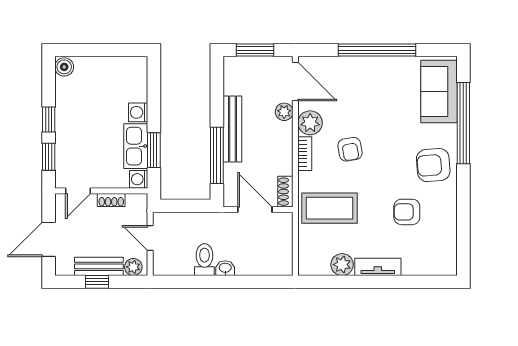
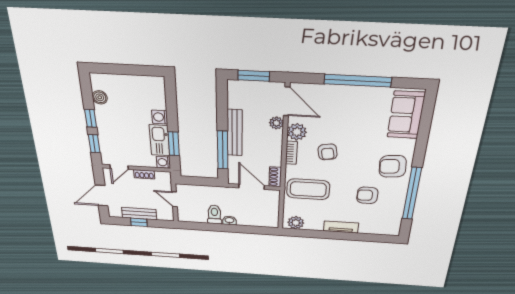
boiler: (64, 67) -> (100, 97), moved
window: (463, 123) -> (412, 194), moved
plant: (342, 265) -> (296, 223), moved
plant: (133, 267) -> (164, 215), removed

